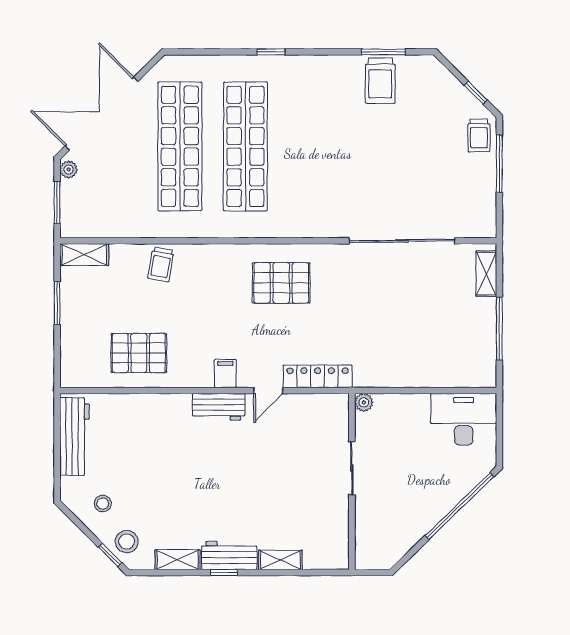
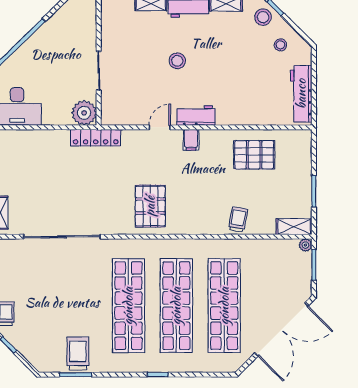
shop shelf: (311, 146) -> (128, 306), added
plant: (69, 170) -> (305, 245), moved
pallet: (281, 283) -> (150, 206), turned 90
locker: (318, 376) -> (96, 138), moved
plant: (364, 402) -> (84, 113), width x1.88, depth x1.88
stool: (244, 482) -> (177, 61), added

